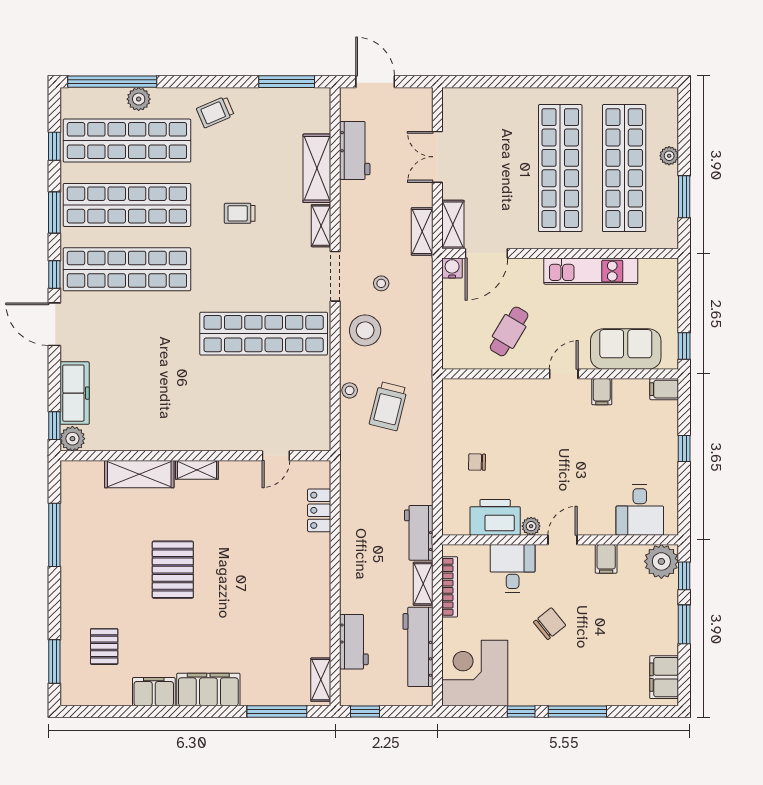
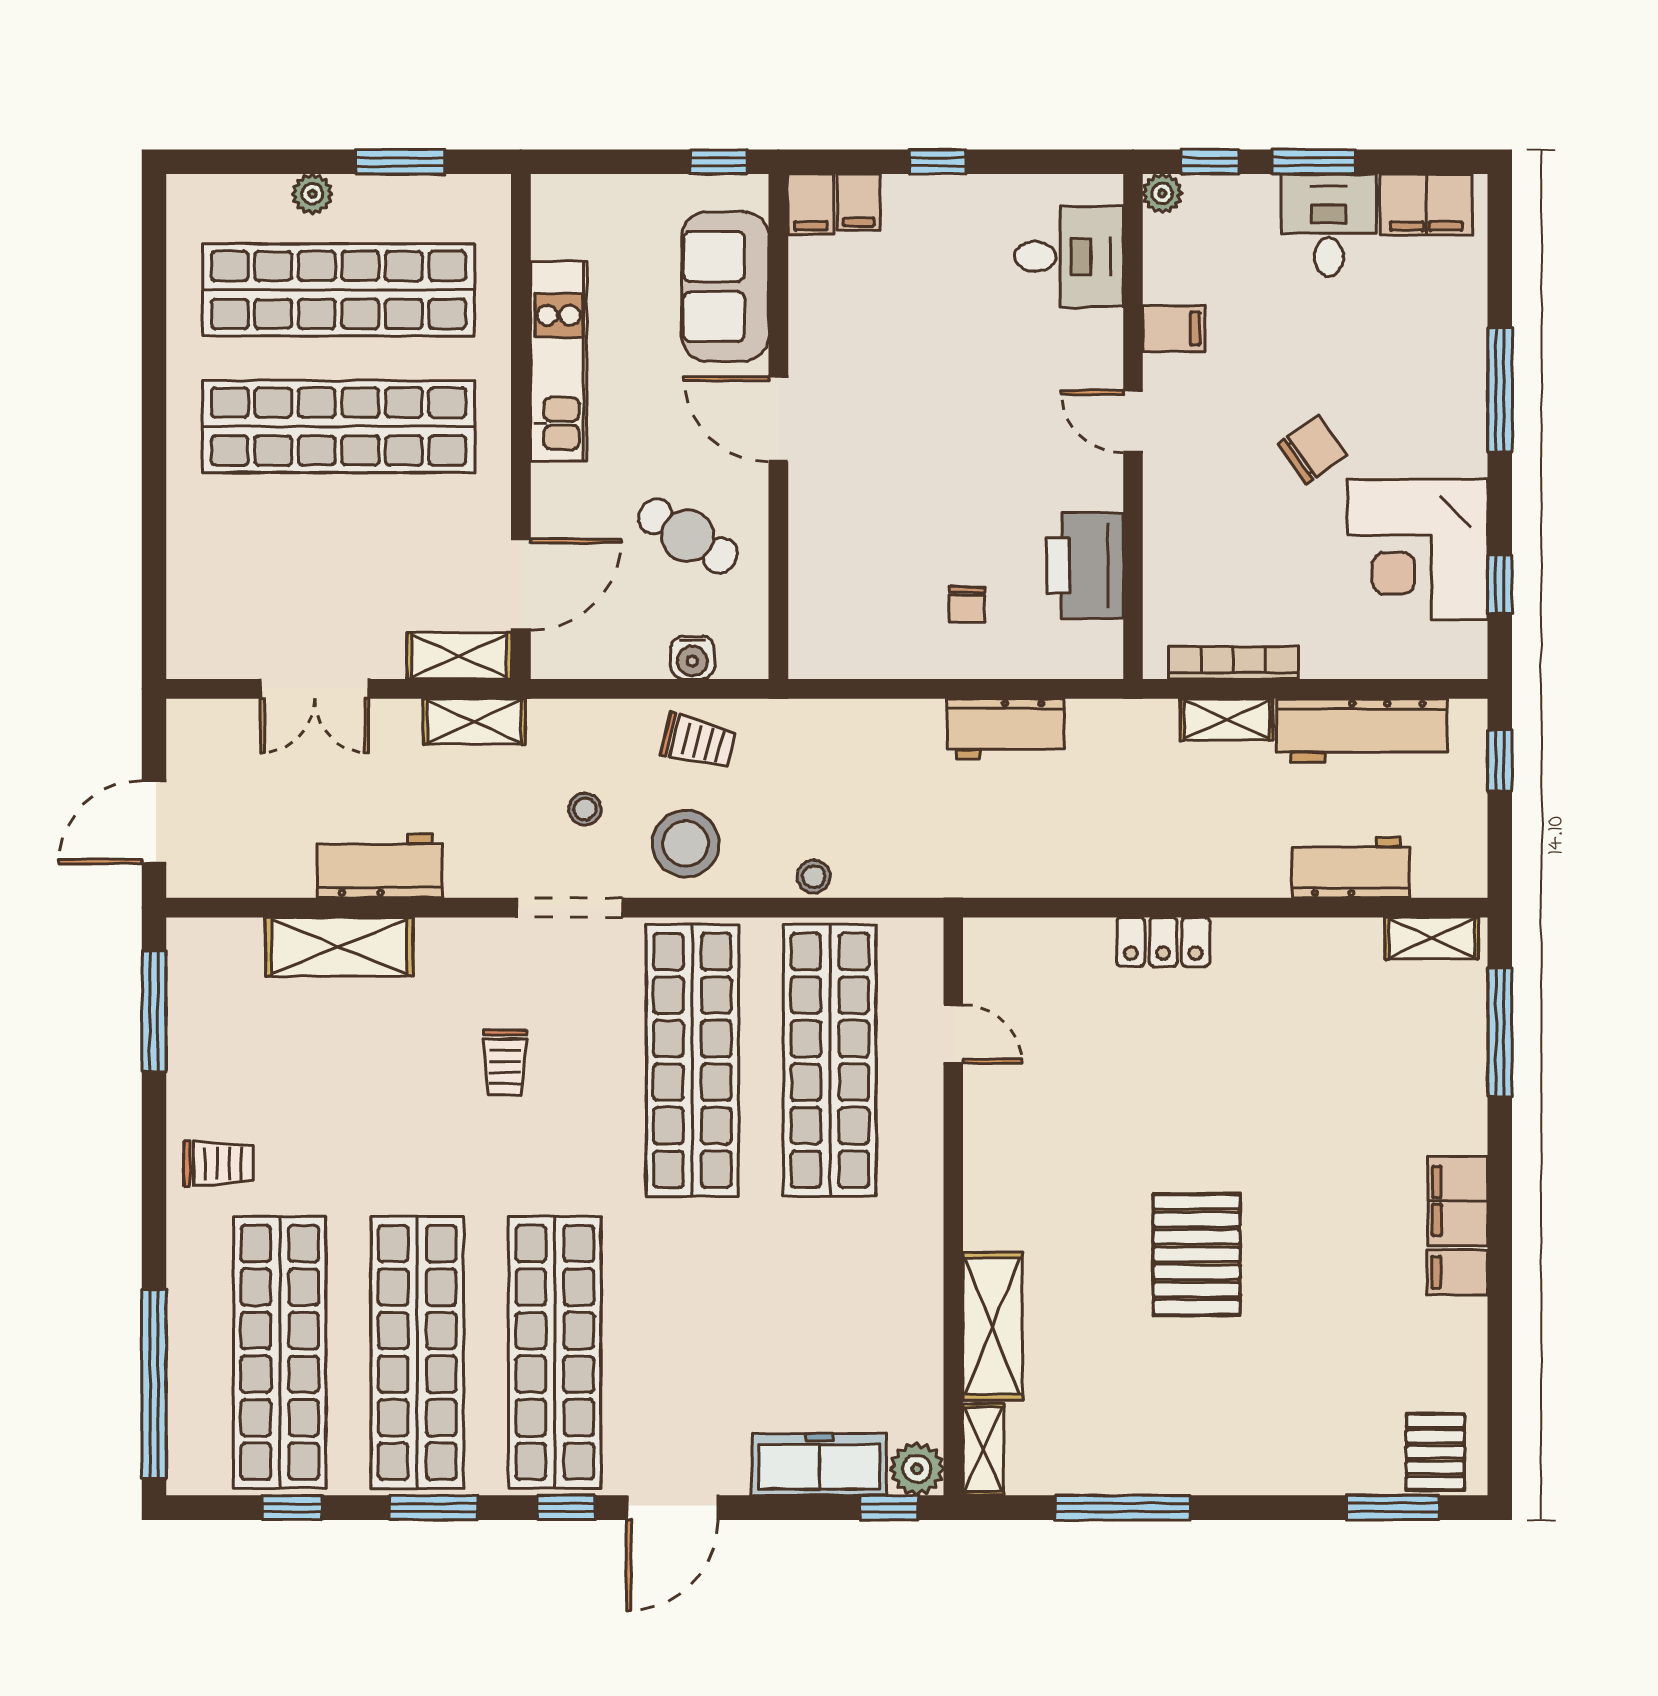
plant: (139, 99) -> (191, 1327), removed
trolley: (215, 112) -> (219, 1164), turned -67
workbench: (355, 150) -> (380, 866), moved
trolley: (240, 213) -> (505, 1062), moved
shelving: (321, 226) -> (462, 938), removed
door: (486, 253) -> (521, 584), hinge flipped
water cooler: (452, 268) -> (692, 658), moved, turned -90
door: (564, 374) -> (778, 419), width x1.38
filing cabinet: (602, 392) -> (859, 202), moved, turned 90
shop shelf: (264, 398) -> (830, 1060), added
trolley: (388, 406) -> (698, 742), moved, width x0.73, depth x0.72
shelving: (197, 470) -> (983, 1449), moved
locker: (319, 510) -> (1163, 942), moved
plant: (531, 526) -> (1104, 489), removed
workbench: (419, 533) -> (1006, 729), moved
plant: (661, 561) -> (1162, 193), width x0.53, depth x0.53
desk: (513, 568) -> (1329, 225), moved, turned 90
pallet: (173, 570) -> (1197, 1255), turned 90
chair: (550, 624) -> (1312, 449), turned 94
pallet: (104, 646) -> (1435, 1452), moved, turned 90
corner desk: (475, 673) -> (1417, 549), moved
filing cabinet: (208, 689) -> (1458, 1201), width x0.67, depth x0.86
filing cabinet: (154, 692) -> (1457, 1272), width x0.50
window: (365, 712) -> (1500, 761), moved
window: (521, 712) -> (1500, 584), moved

